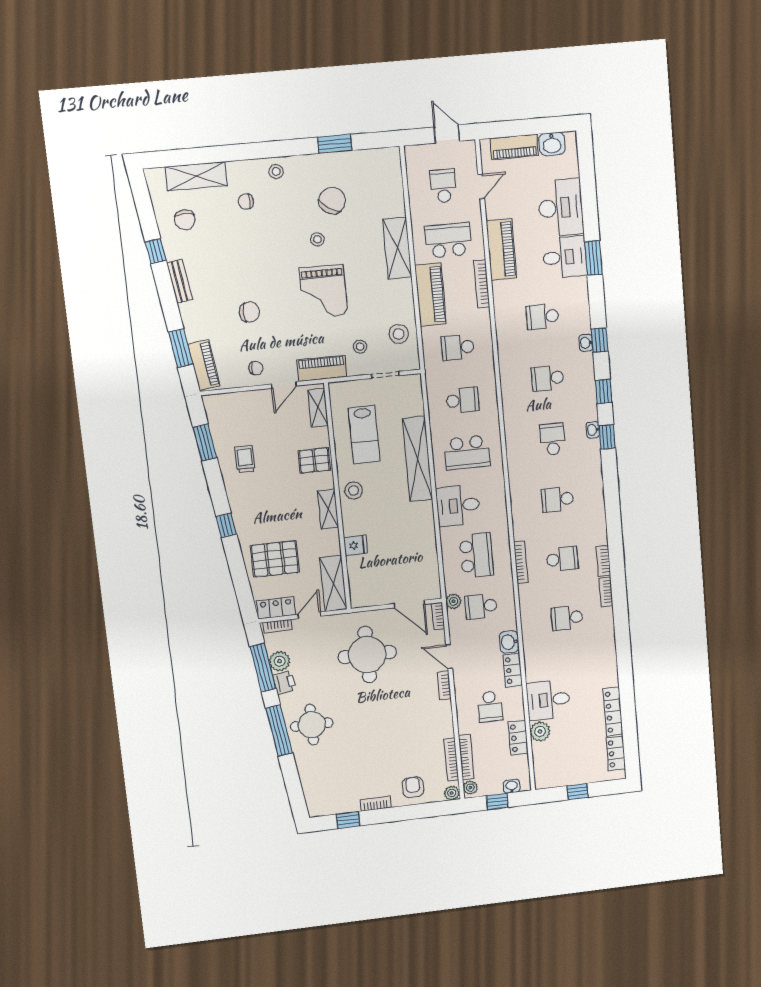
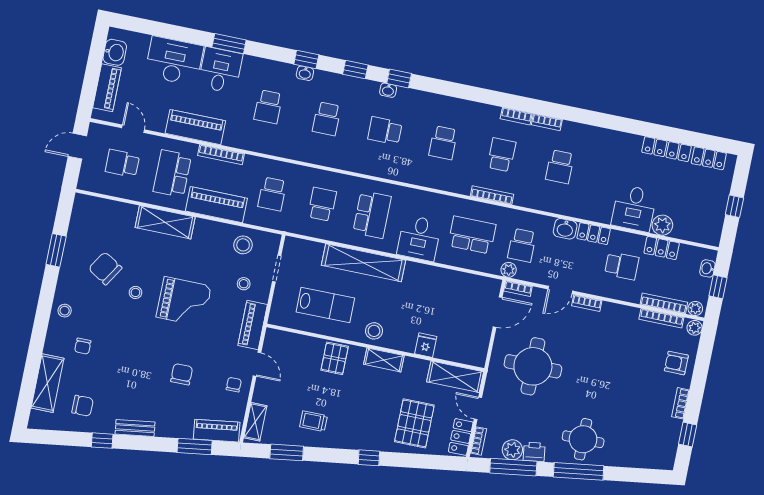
shelving: (318, 408) -> (255, 422), moved, turned 90

